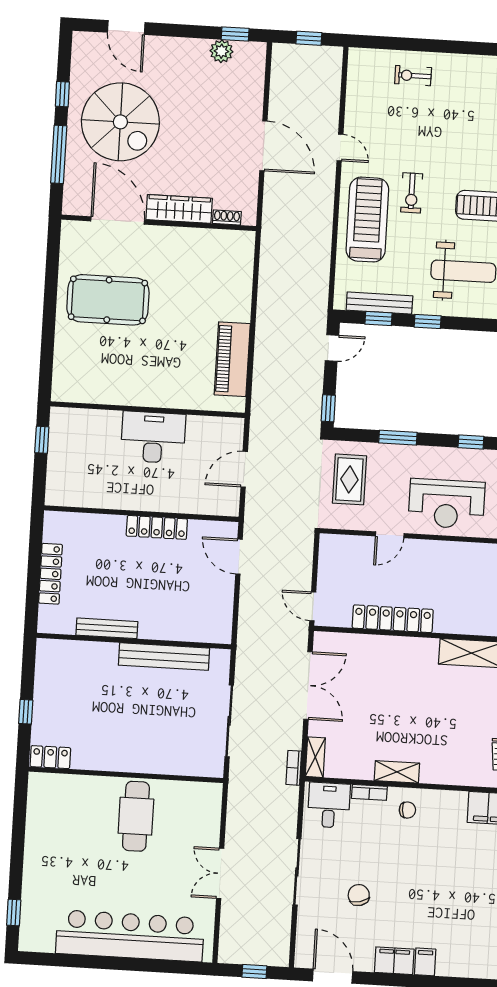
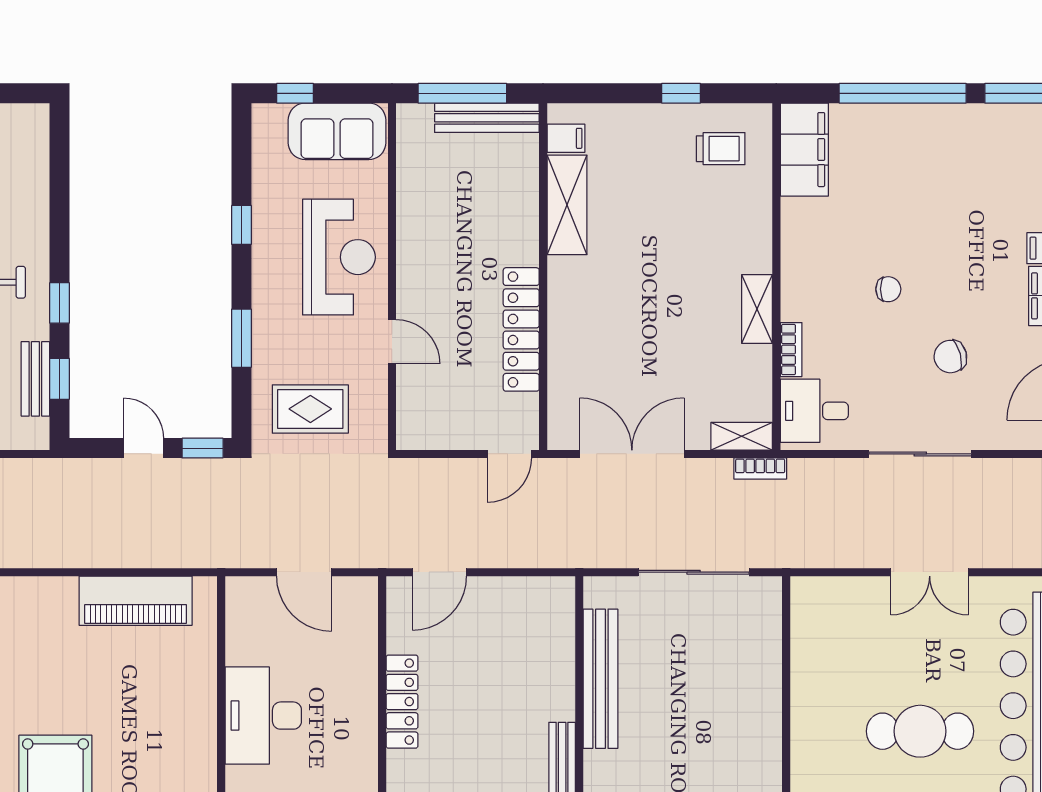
bench: (379, 303) -> (35, 379), width x0.73
door: (332, 348) -> (143, 448), moved
chair: (407, 810) -> (888, 289), moved, turned 94
cafe table: (136, 816) -> (920, 731), moved

